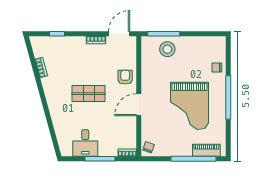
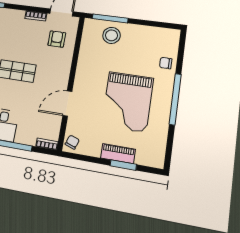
armchair: (125, 77) -> (57, 39), moved
door: (139, 105) -> (67, 104), moved
piano: (206, 150) -> (118, 154), moved
window: (194, 159) -> (123, 165), width x0.47

